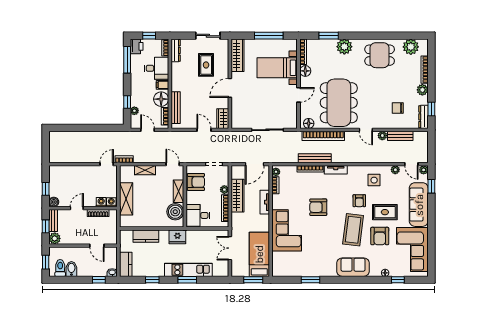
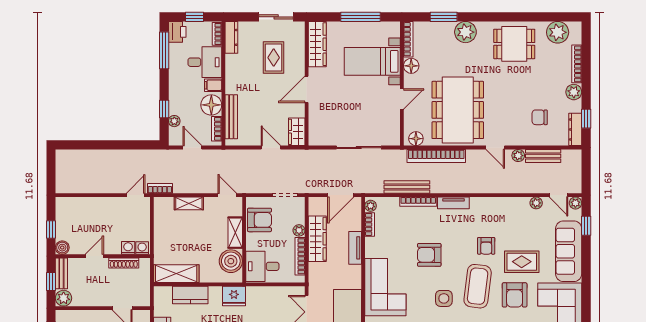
bench: (315, 158) -> (407, 187), moved
side table: (374, 180) -> (444, 298), moved
shelving: (126, 199) -> (176, 274), moved, turned 90

